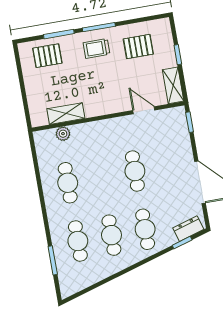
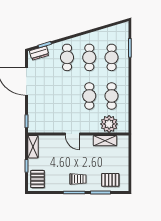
pallet: (138, 47) -> (38, 179), moved, turned 90
door: (144, 110) -> (72, 134), moved
plant: (63, 134) -> (109, 124), width x1.88, depth x1.88
cafe table: (135, 171) -> (89, 96), moved

